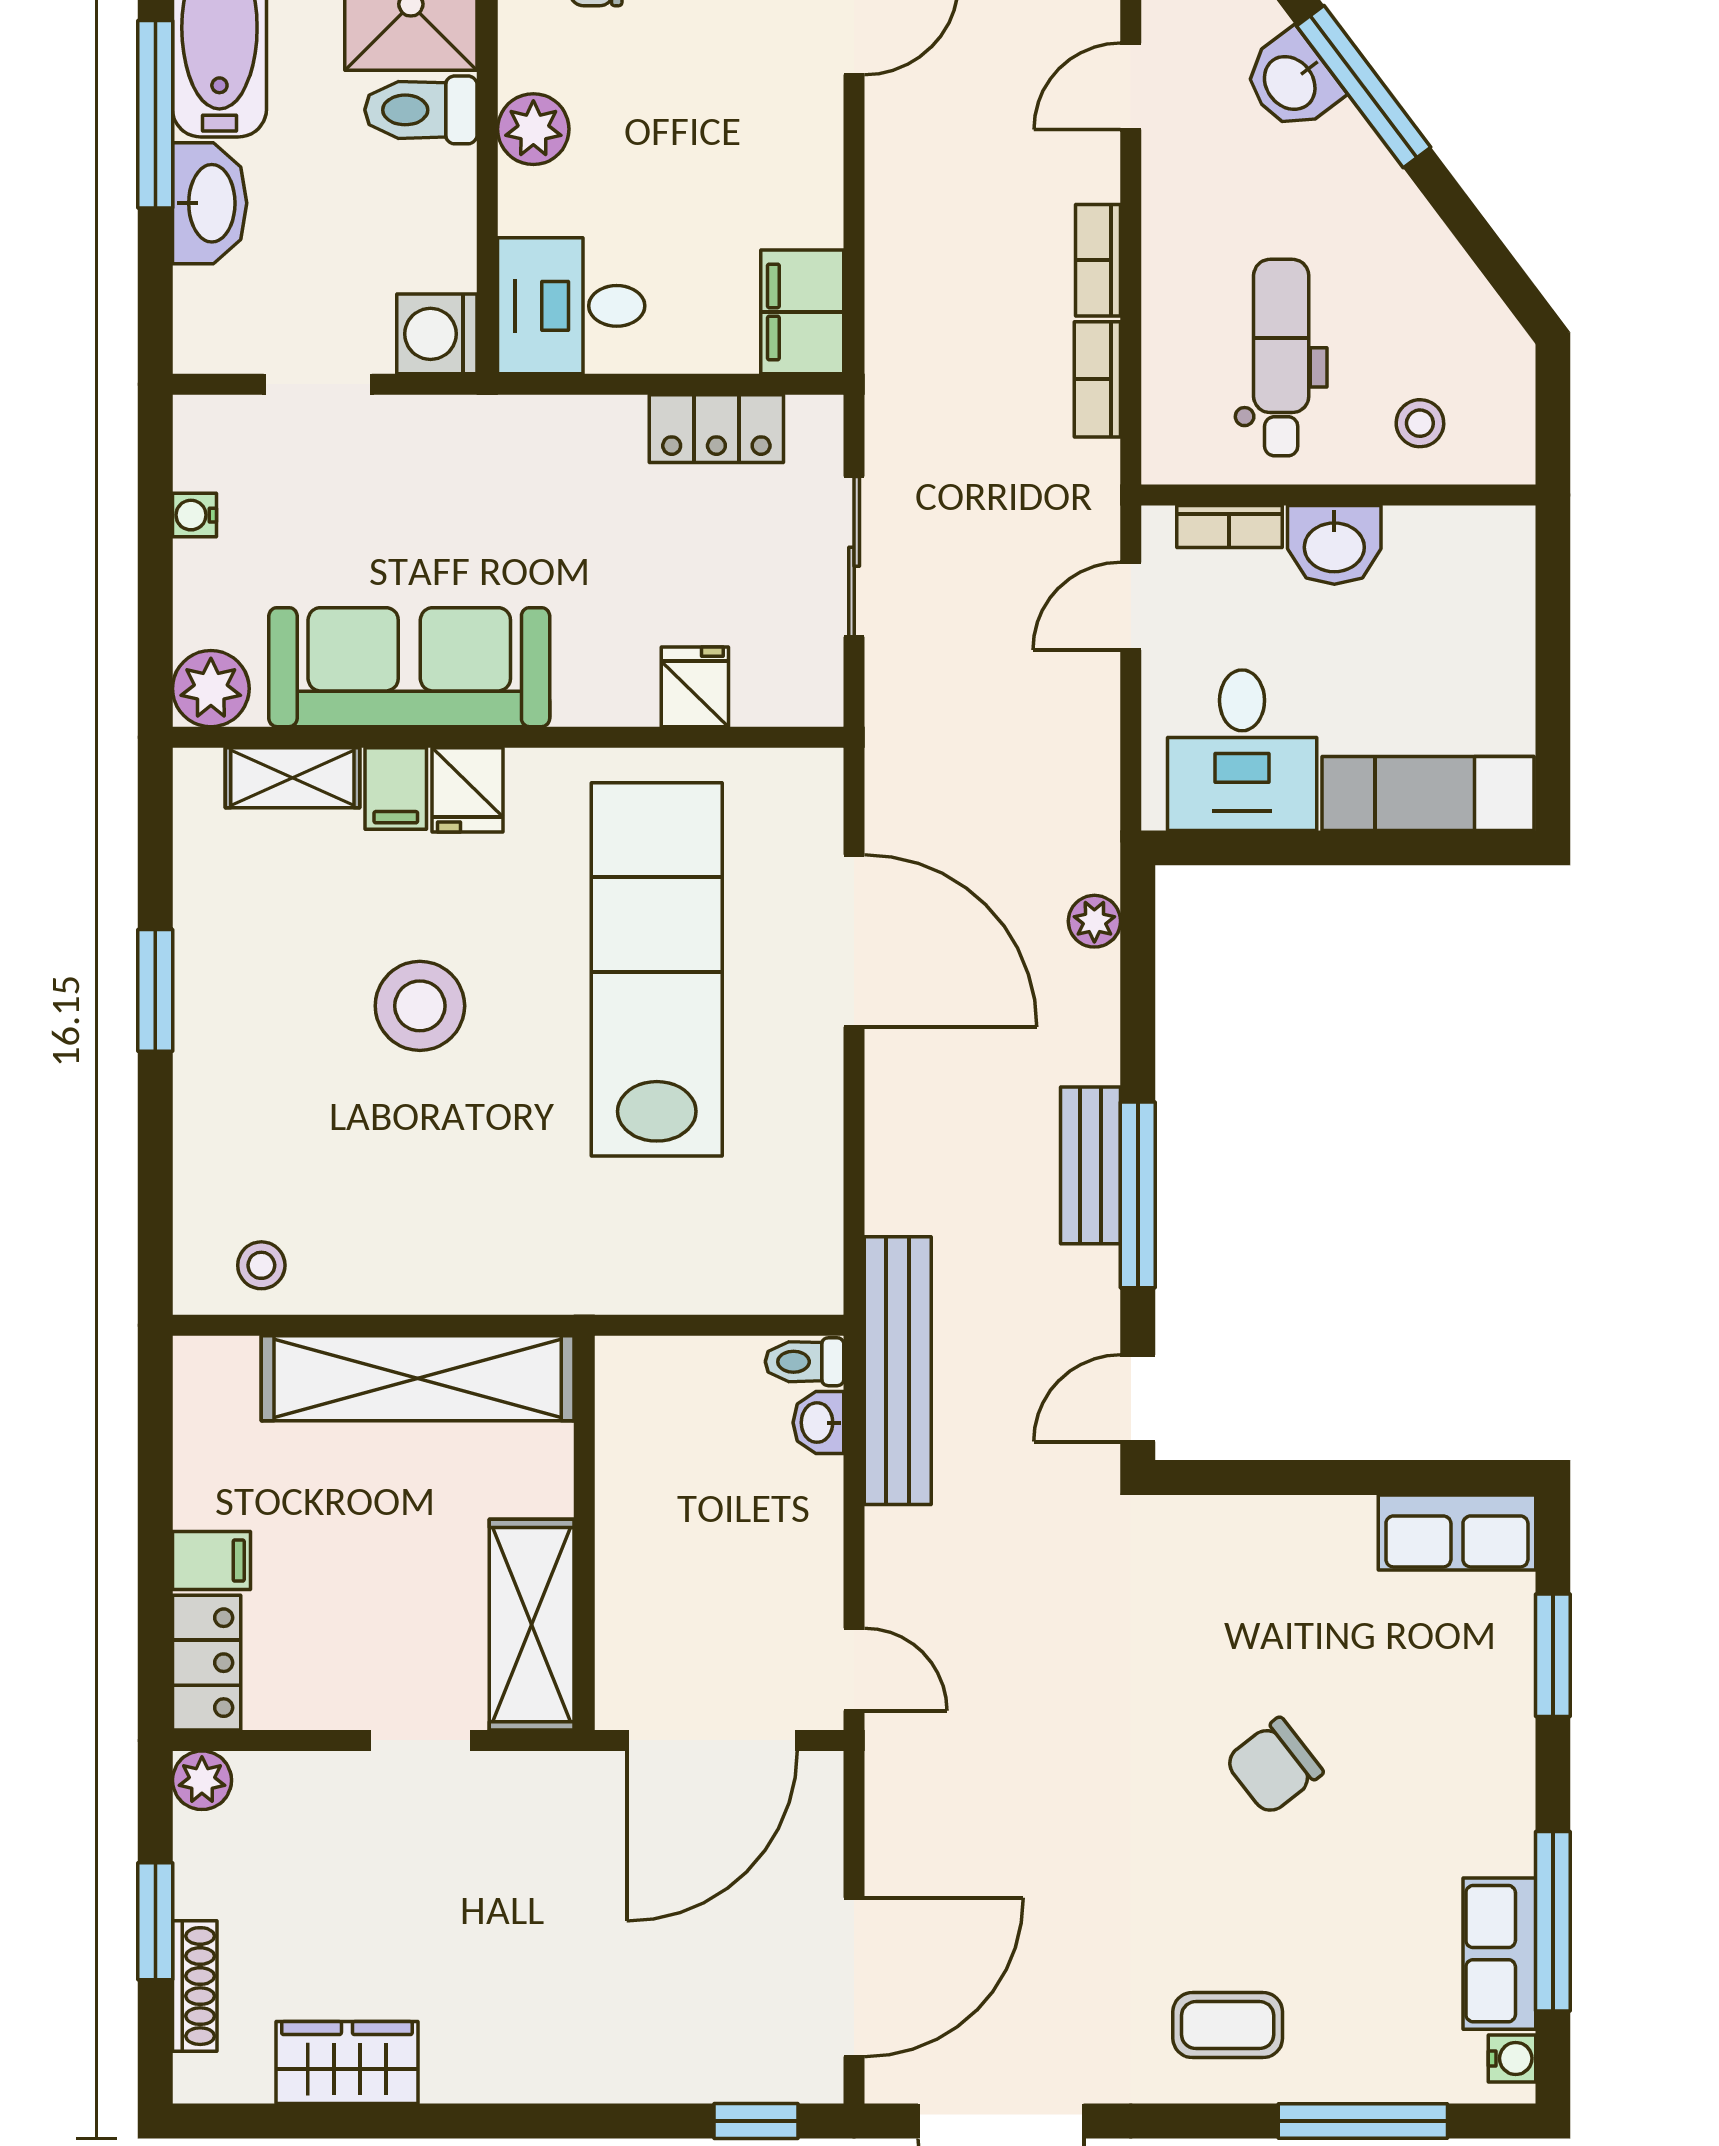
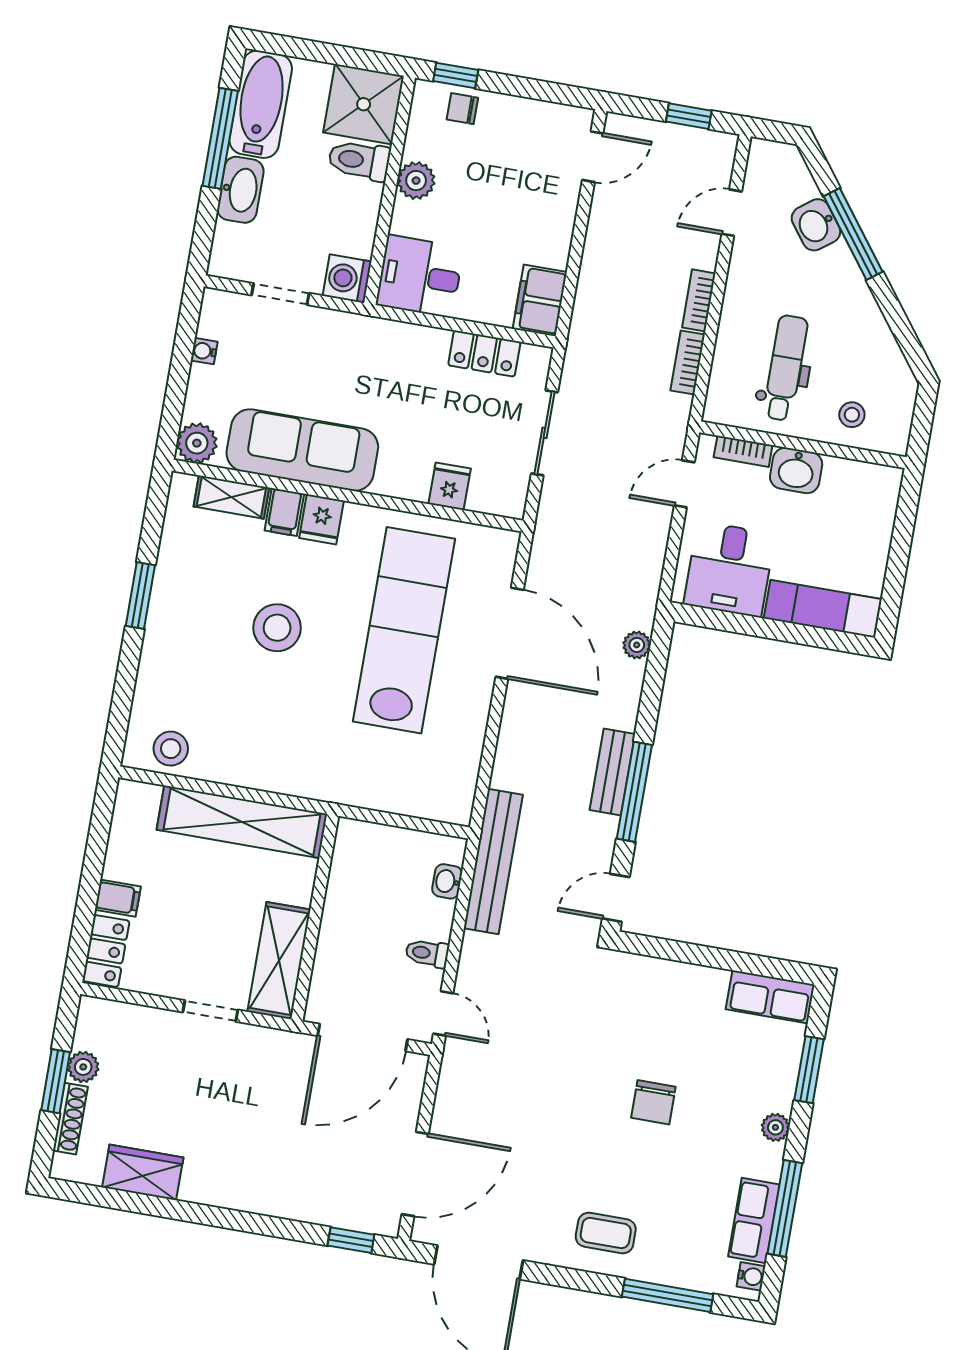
stool: (261, 1265) -> (171, 749), width x1.37, depth x1.37
toilet: (805, 1362) -> (427, 953), moved
chair: (1274, 1766) -> (653, 1102), turned -52
plant: (1509, 1773) -> (775, 1127), added
plant: (202, 1780) -> (83, 1067), moved

